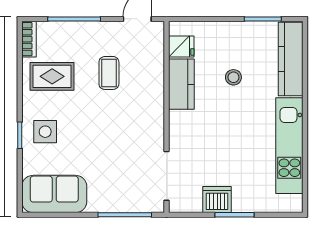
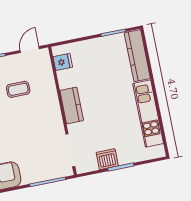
coffee table: (109, 73) -> (18, 89), turned 90
stool: (233, 77) -> (102, 75), removed
kitchen counter: (181, 84) -> (72, 105), moved

